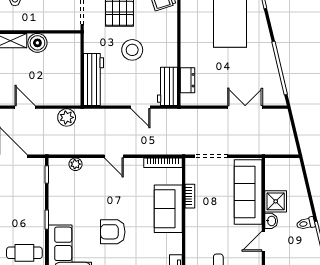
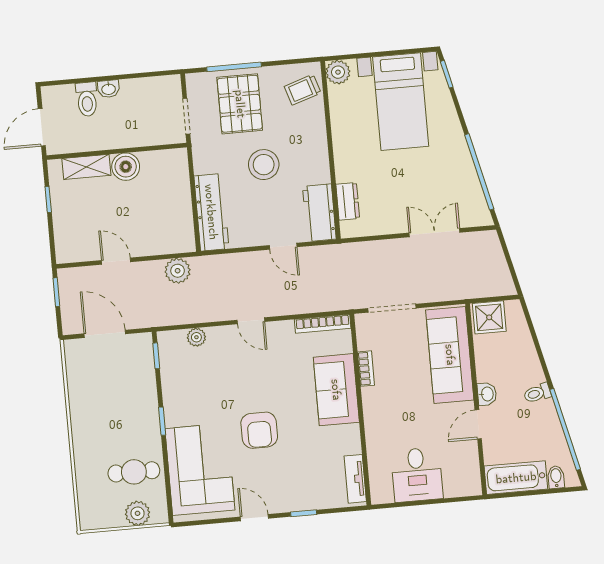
shower: (276, 201) -> (489, 317), moved
armchair: (113, 232) -> (259, 430), turned -90

